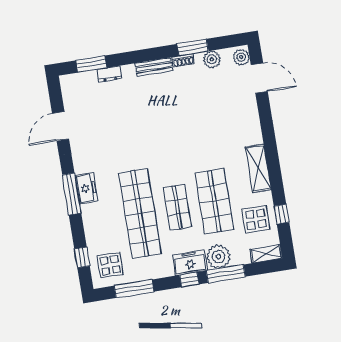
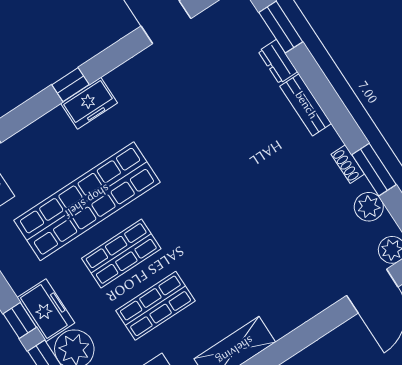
bench: (154, 67) -> (306, 105), moved
window: (72, 194) -> (71, 85), width x0.46
shop shelf: (214, 201) -> (155, 306), width x0.70, depth x0.74

